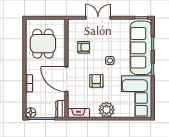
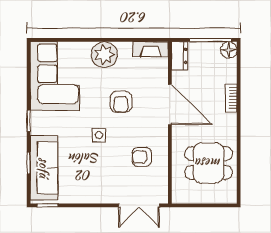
double door: (98, 18) -> (139, 205), moved
dining table: (43, 44) -> (208, 163), turned 90
sofa: (141, 48) -> (44, 168), width x0.74, depth x0.79

